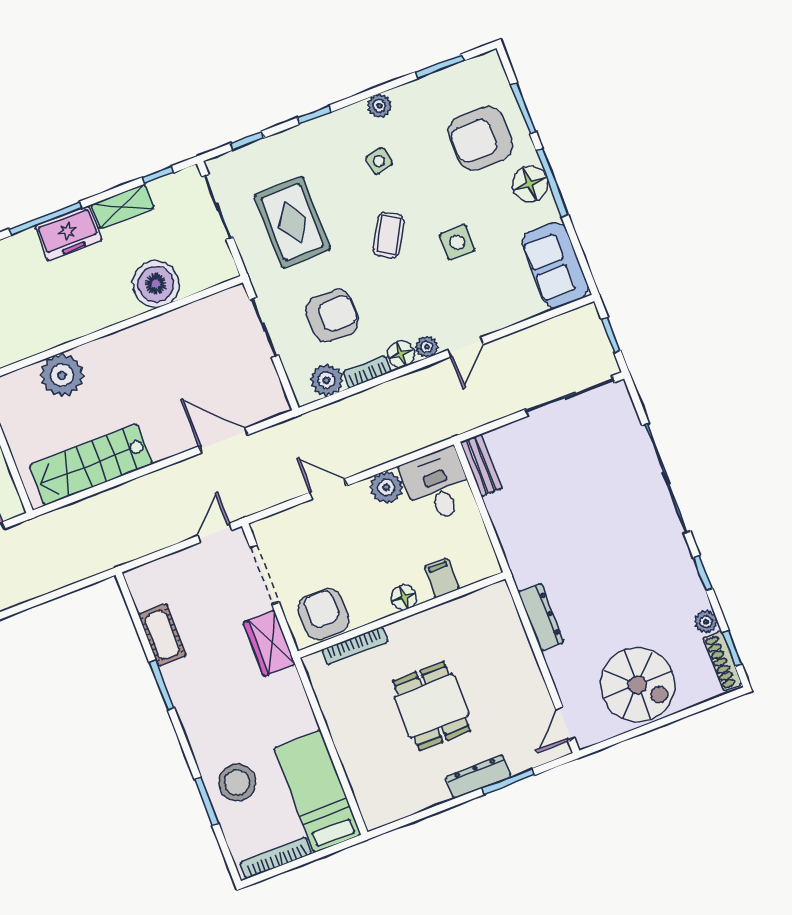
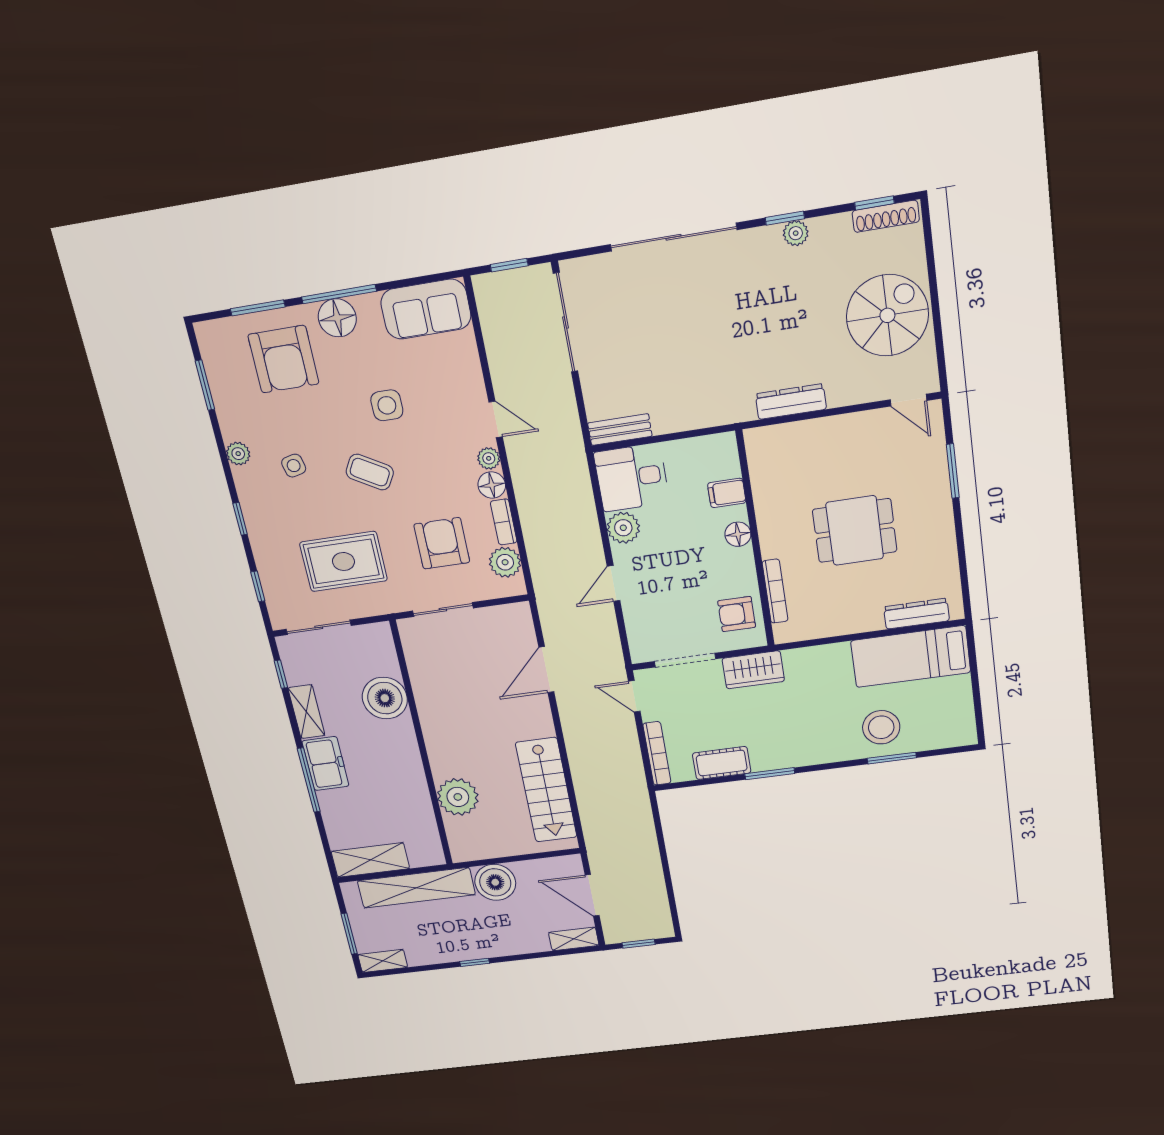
armchair: (323, 614) -> (737, 614), width x0.72, depth x0.72
plant: (706, 622) -> (796, 233), moved
dresser: (478, 777) -> (916, 614), moved, turned 90
bookcase: (276, 858) -> (657, 753), moved, turned 180

